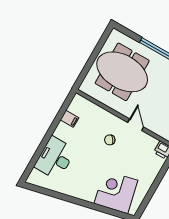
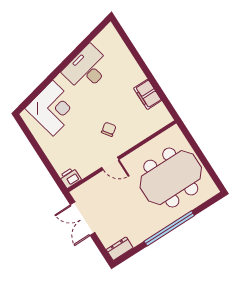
filing cabinet: (70, 119) -> (148, 94), width x2.00
desk: (55, 158) -> (87, 69), moved, turned -103

